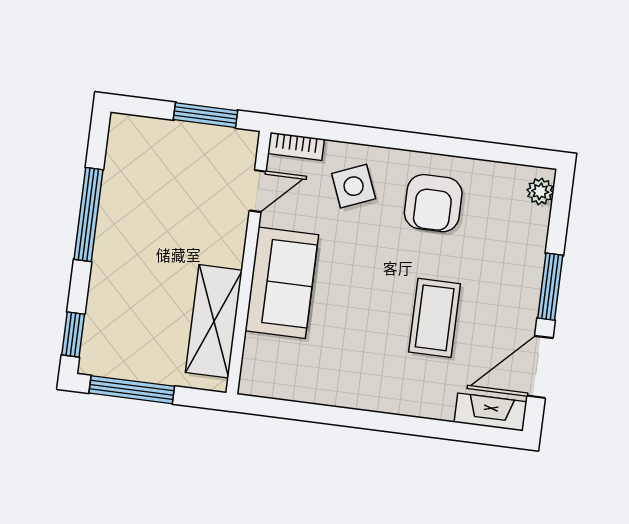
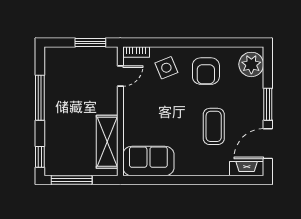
plant: (540, 191) -> (251, 64), width x1.88, depth x1.88
sofa: (282, 283) -> (148, 161), moved, turned -90

